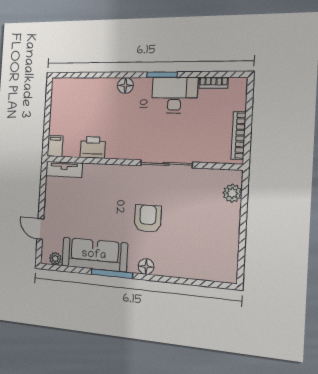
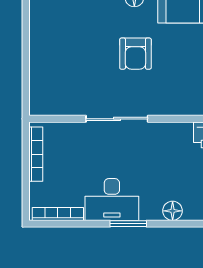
bookcase: (214, 83) -> (58, 214), width x1.56
plant: (232, 193) -> (39, 89), removed

